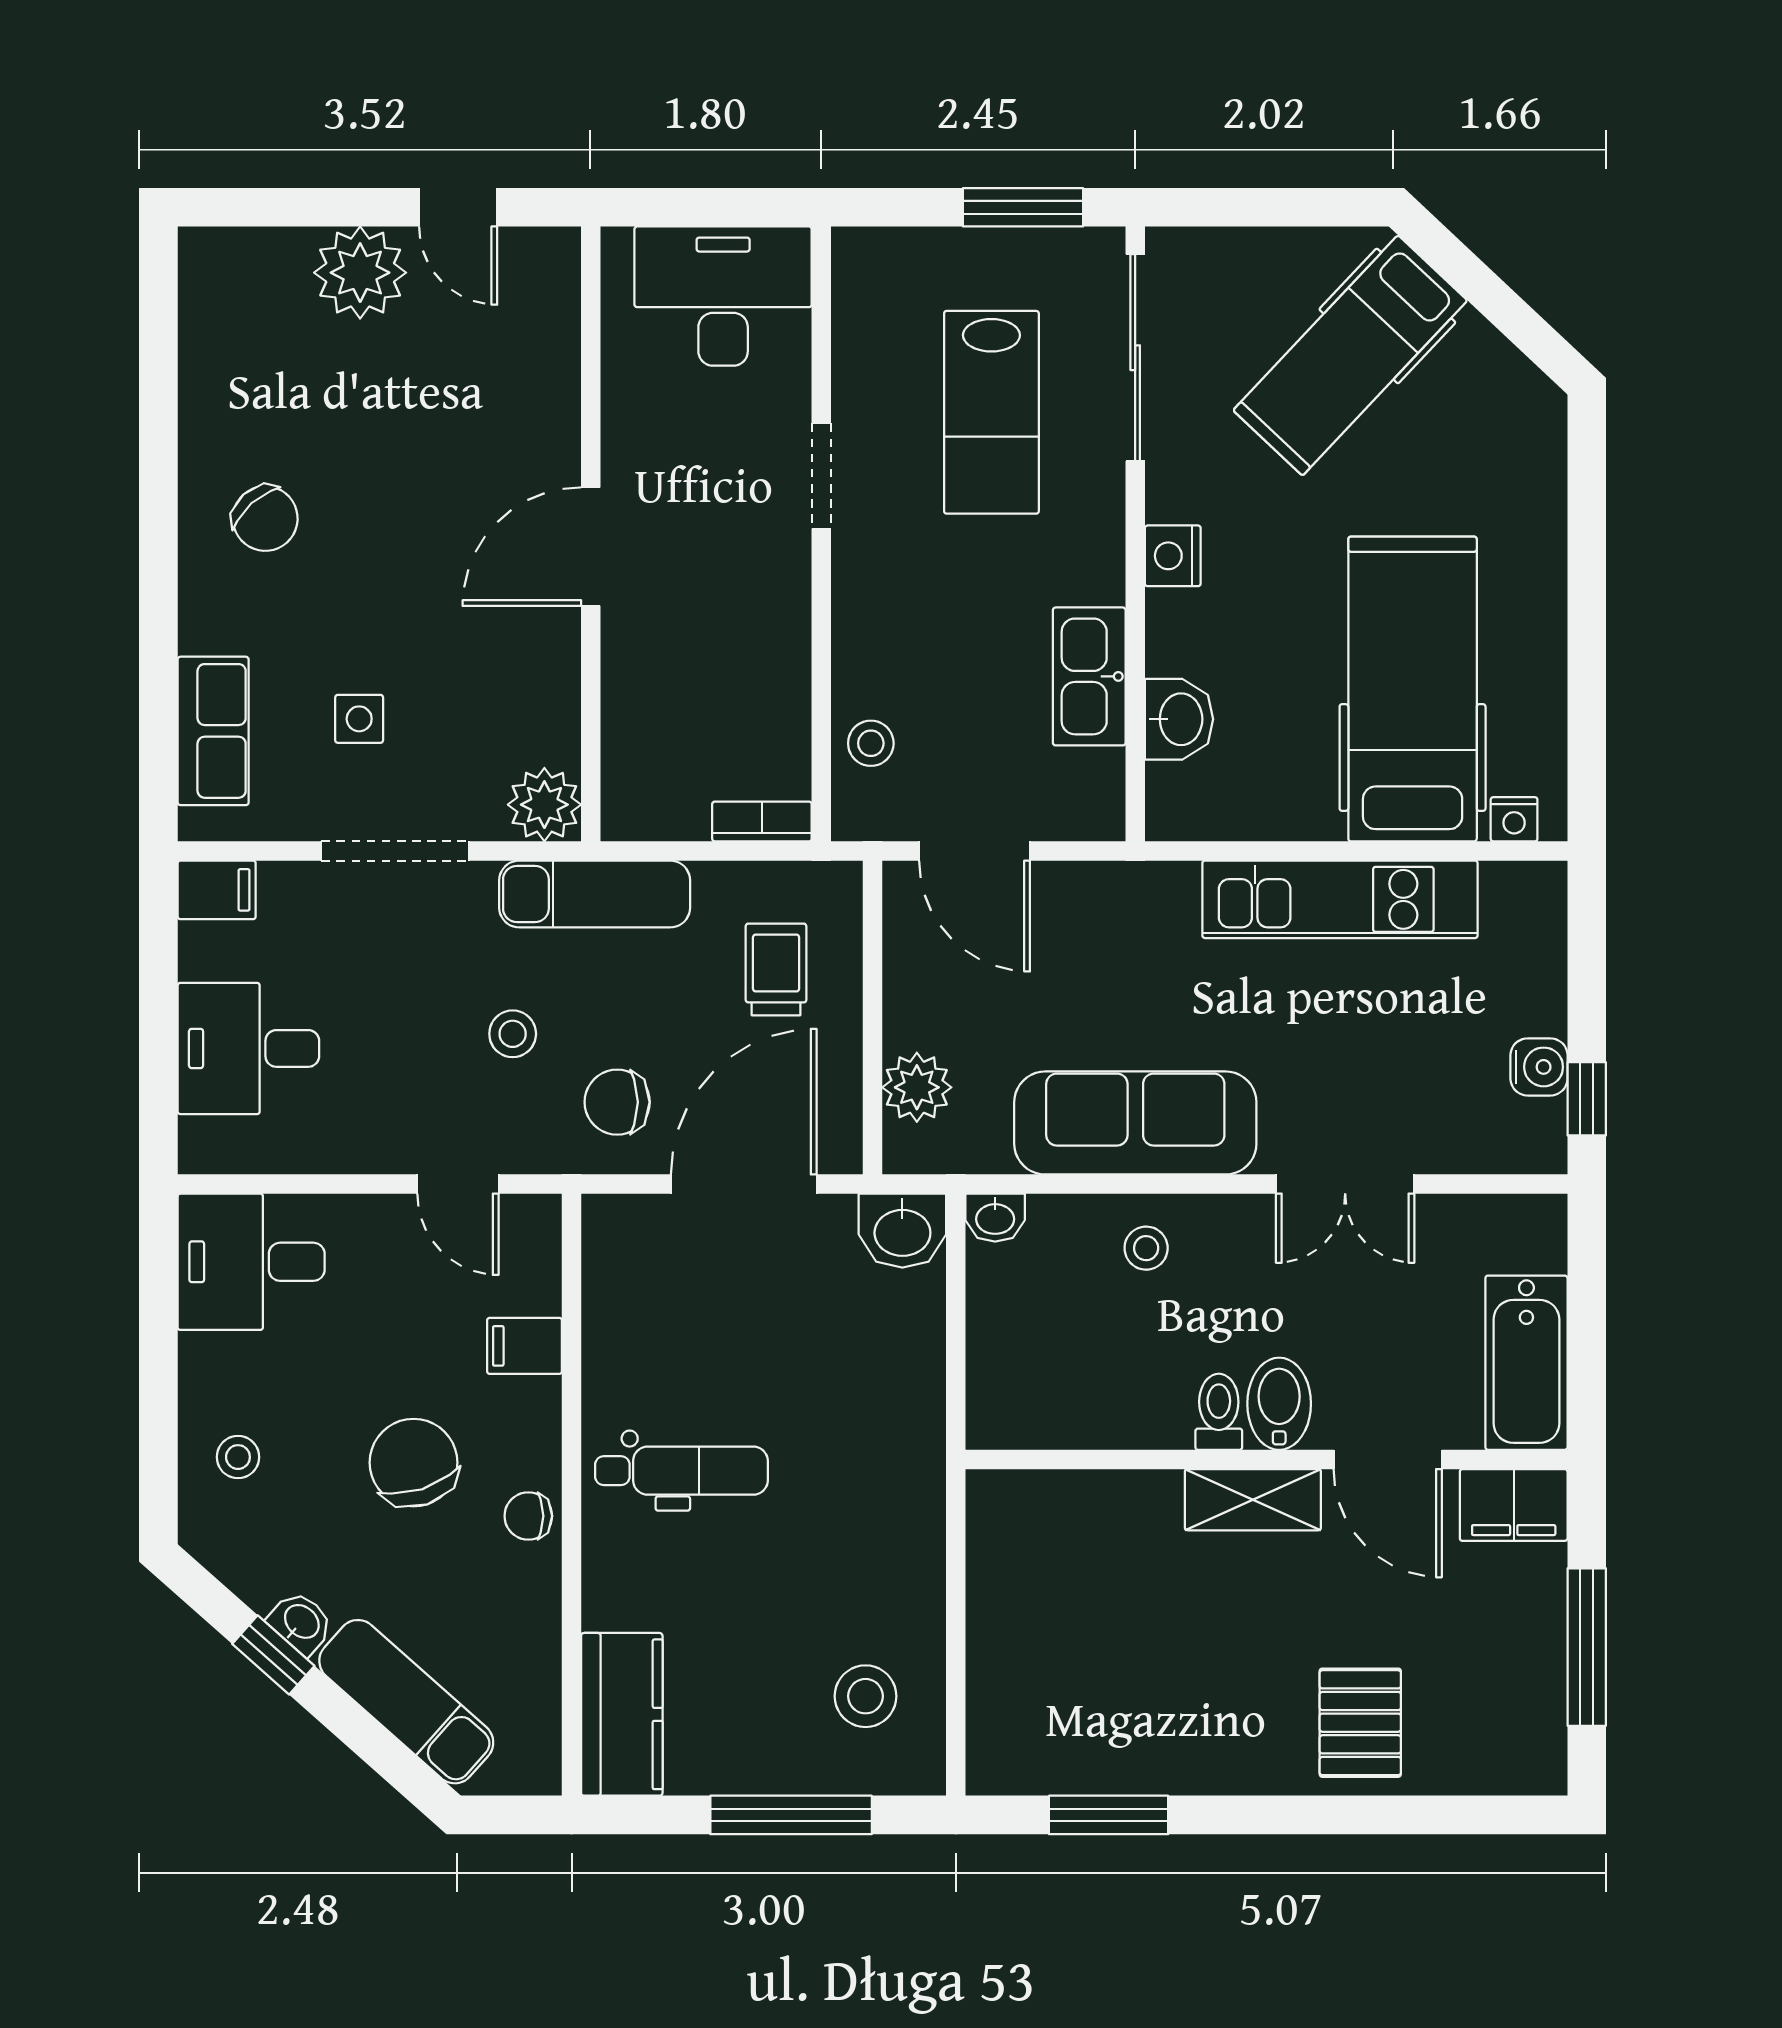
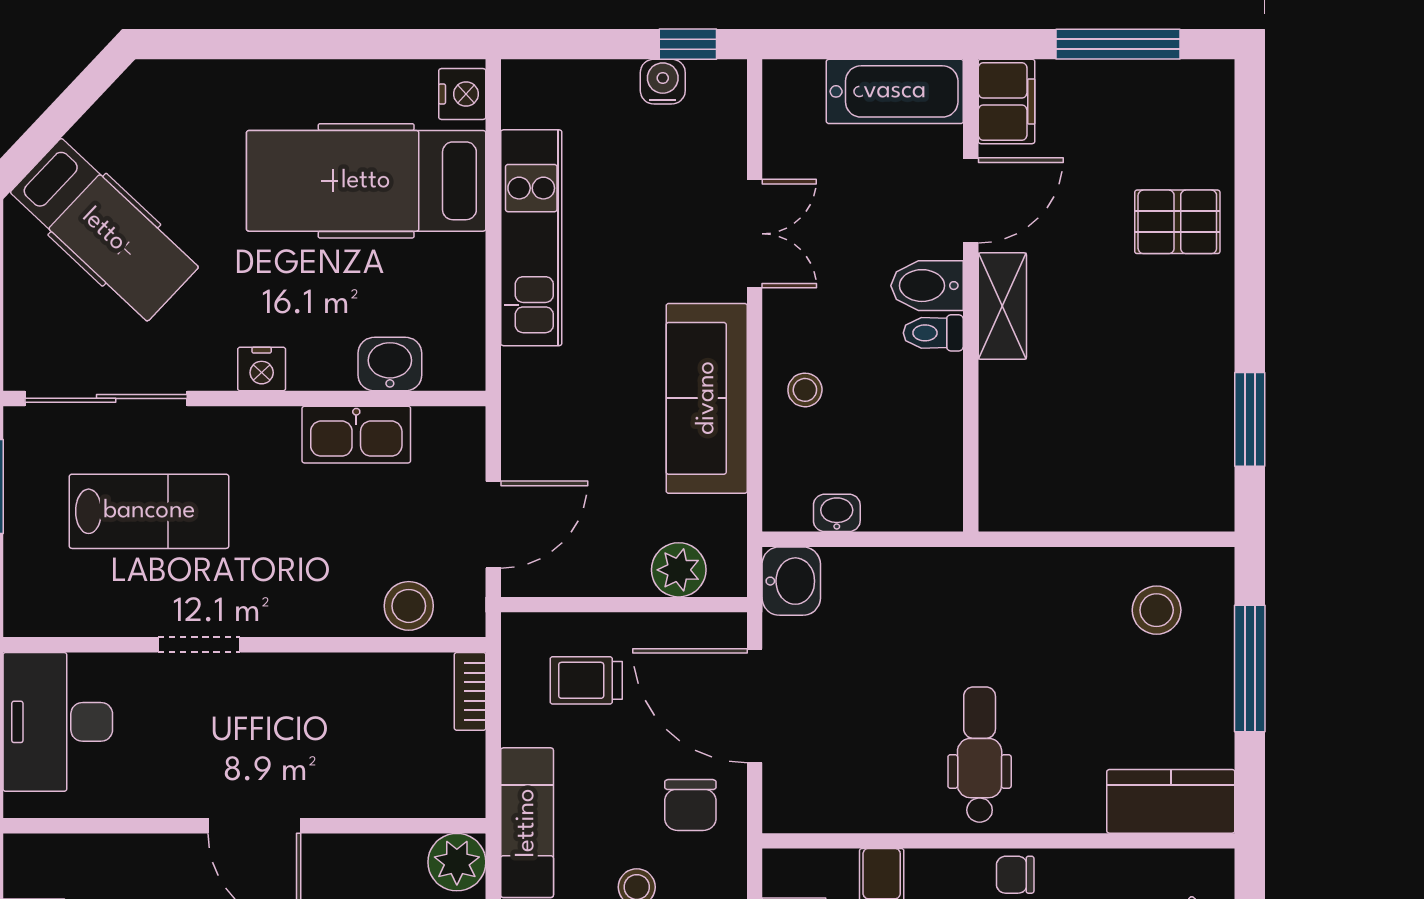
stool: (871, 743) -> (409, 606), width x1.37, depth x1.37
nightstand: (1514, 819) -> (462, 94), width x1.39, depth x1.35
washbasin: (995, 1218) -> (837, 513), moved, turned -90
chair: (528, 1516) -> (1015, 875), turned 90

